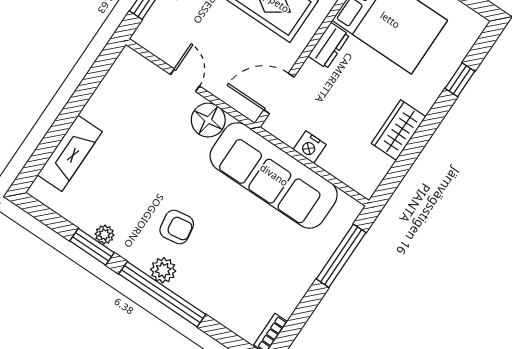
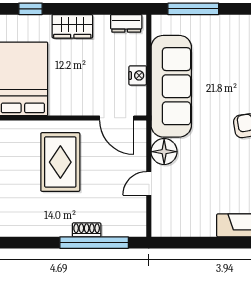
dresser: (329, 46) -> (126, 23), moved, turned 180
wardrobe: (398, 130) -> (72, 26), moved

